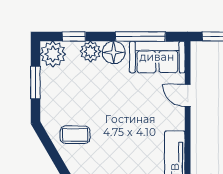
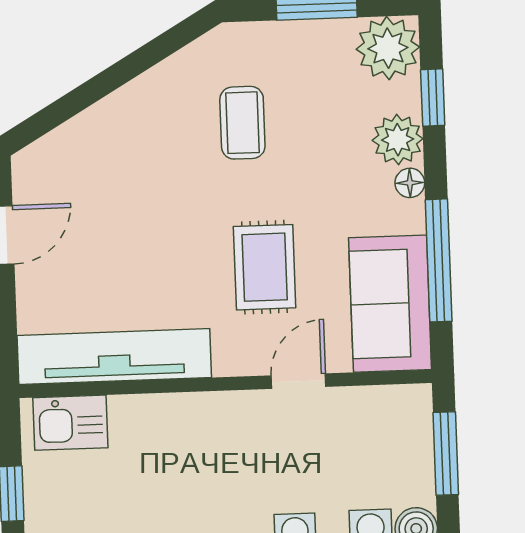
floor lamp: (114, 52) -> (410, 183), width x0.53, depth x0.53
rug: (141, 108) -> (265, 267), added
coffee table: (75, 135) -> (242, 123), moved

